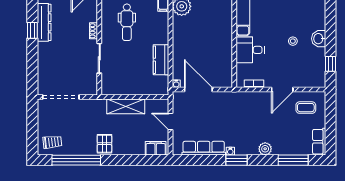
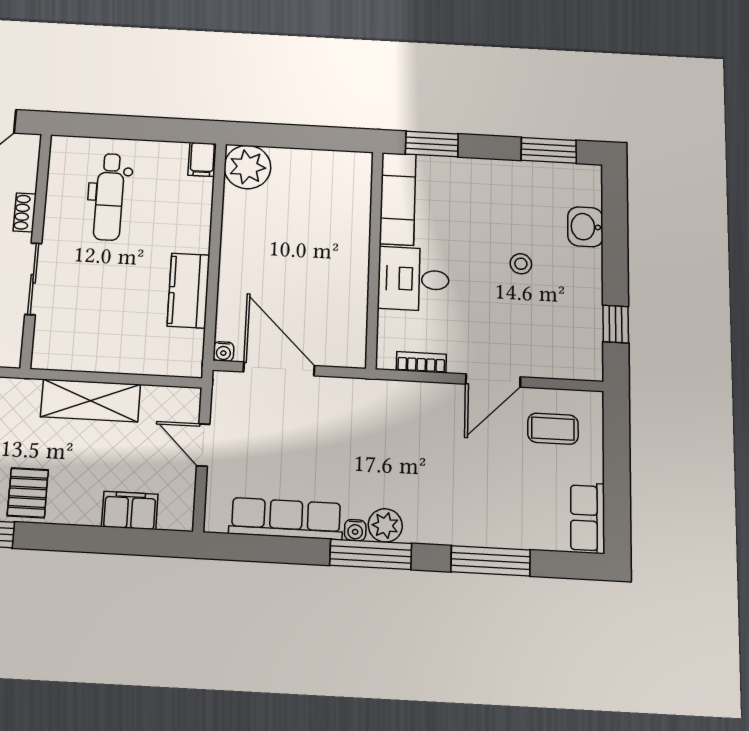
washbasin: (319, 39) -> (585, 227), moved
filing cabinet: (156, 148) -> (130, 510), moved
plant: (265, 149) -> (385, 525), moved
window: (237, 160) -> (371, 554), width x1.44
window: (293, 160) -> (491, 561), moved

